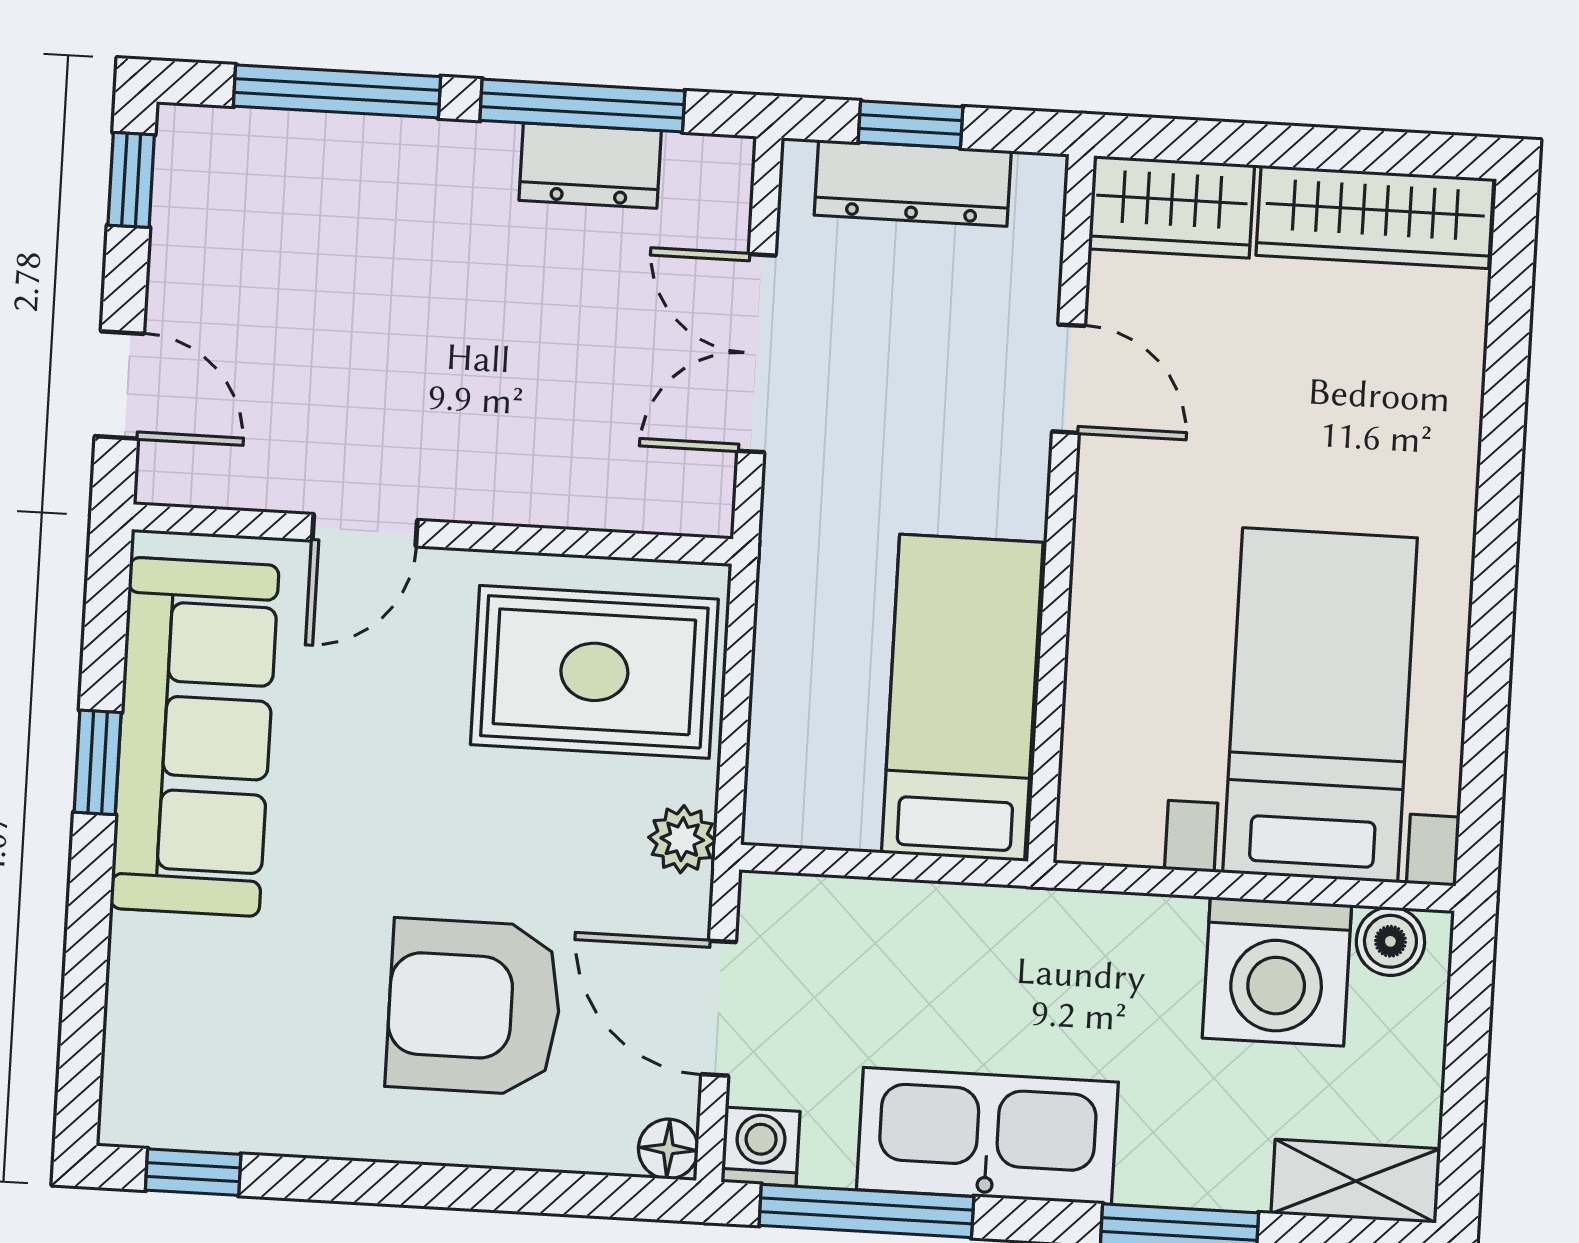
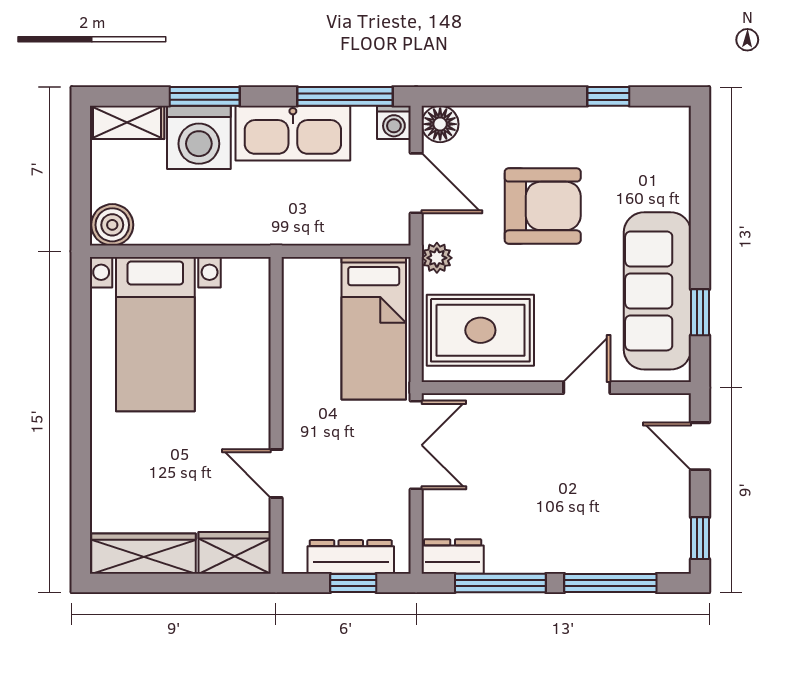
dresser: (590, 166) -> (453, 556), moved
double door: (756, 353) -> (416, 445), moved
bed: (962, 698) -> (374, 328), moved
window: (98, 762) -> (700, 312), moved
boiler: (1390, 941) -> (112, 225), width x1.36, depth x1.36
washing machine: (1277, 971) -> (199, 137), moved, turned 180
armchair: (474, 1007) -> (543, 206), moved
floor lamp: (668, 1149) -> (440, 124), width x1.37, depth x1.37
window: (193, 1172) -> (608, 96), moved

